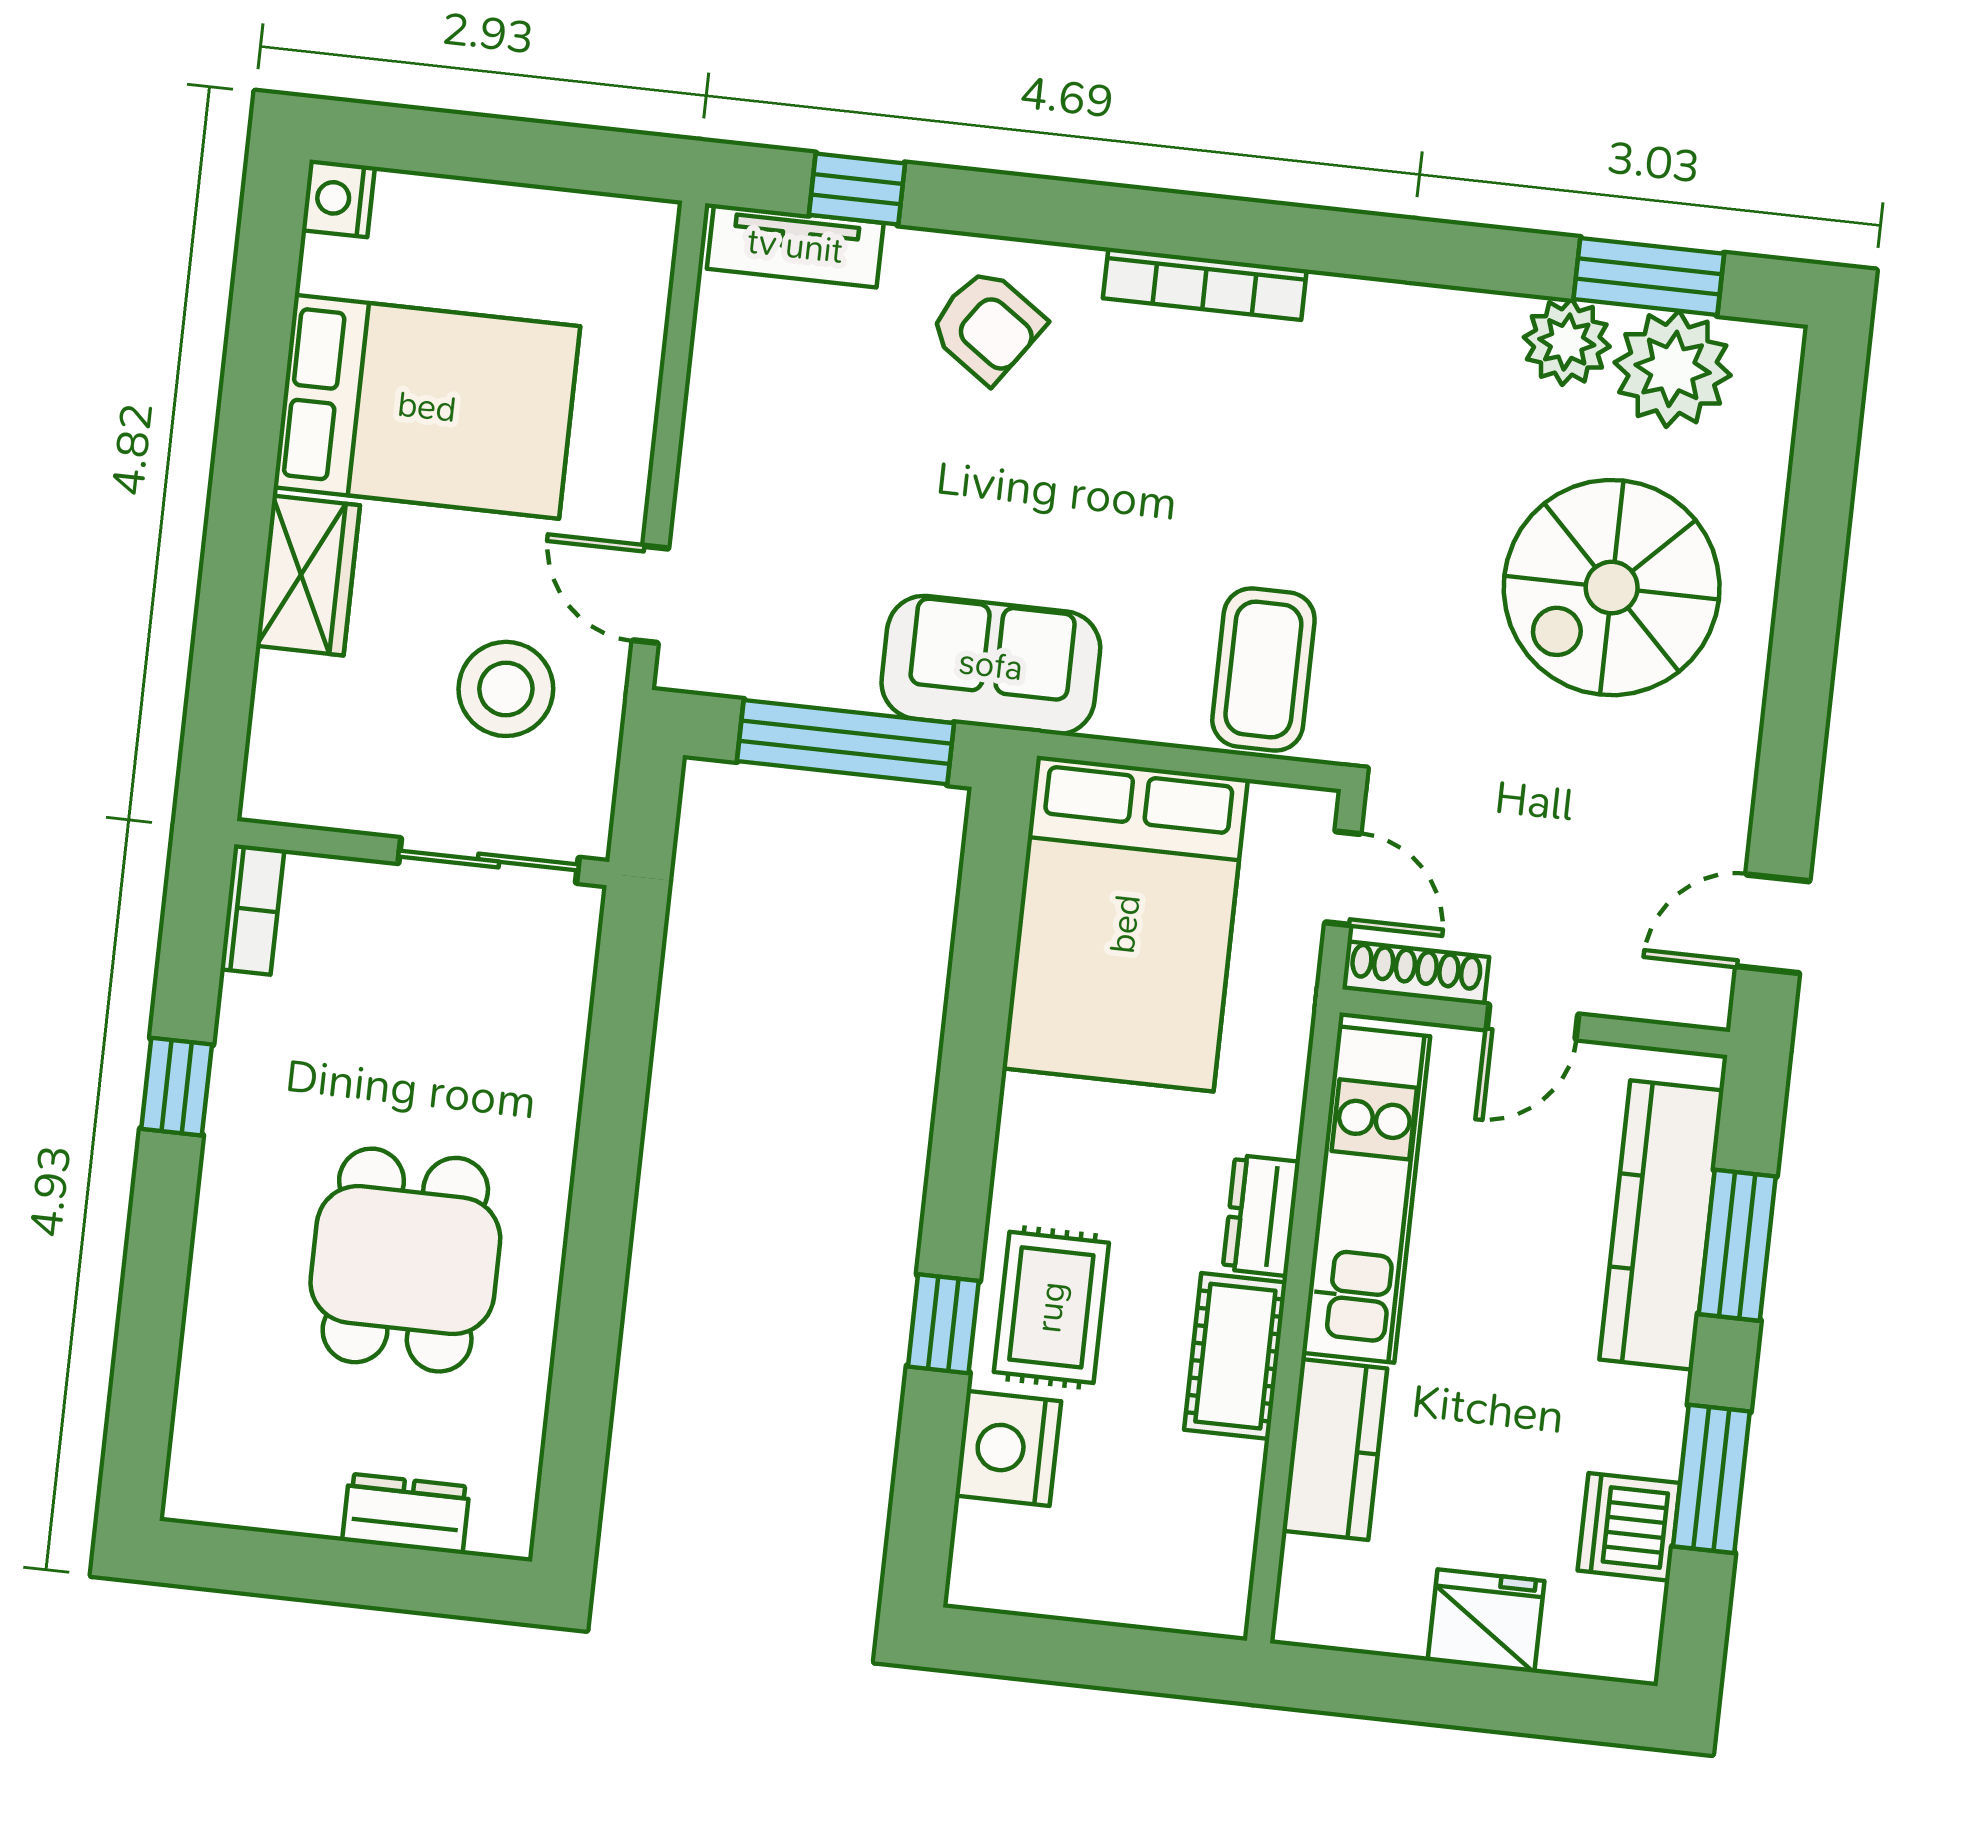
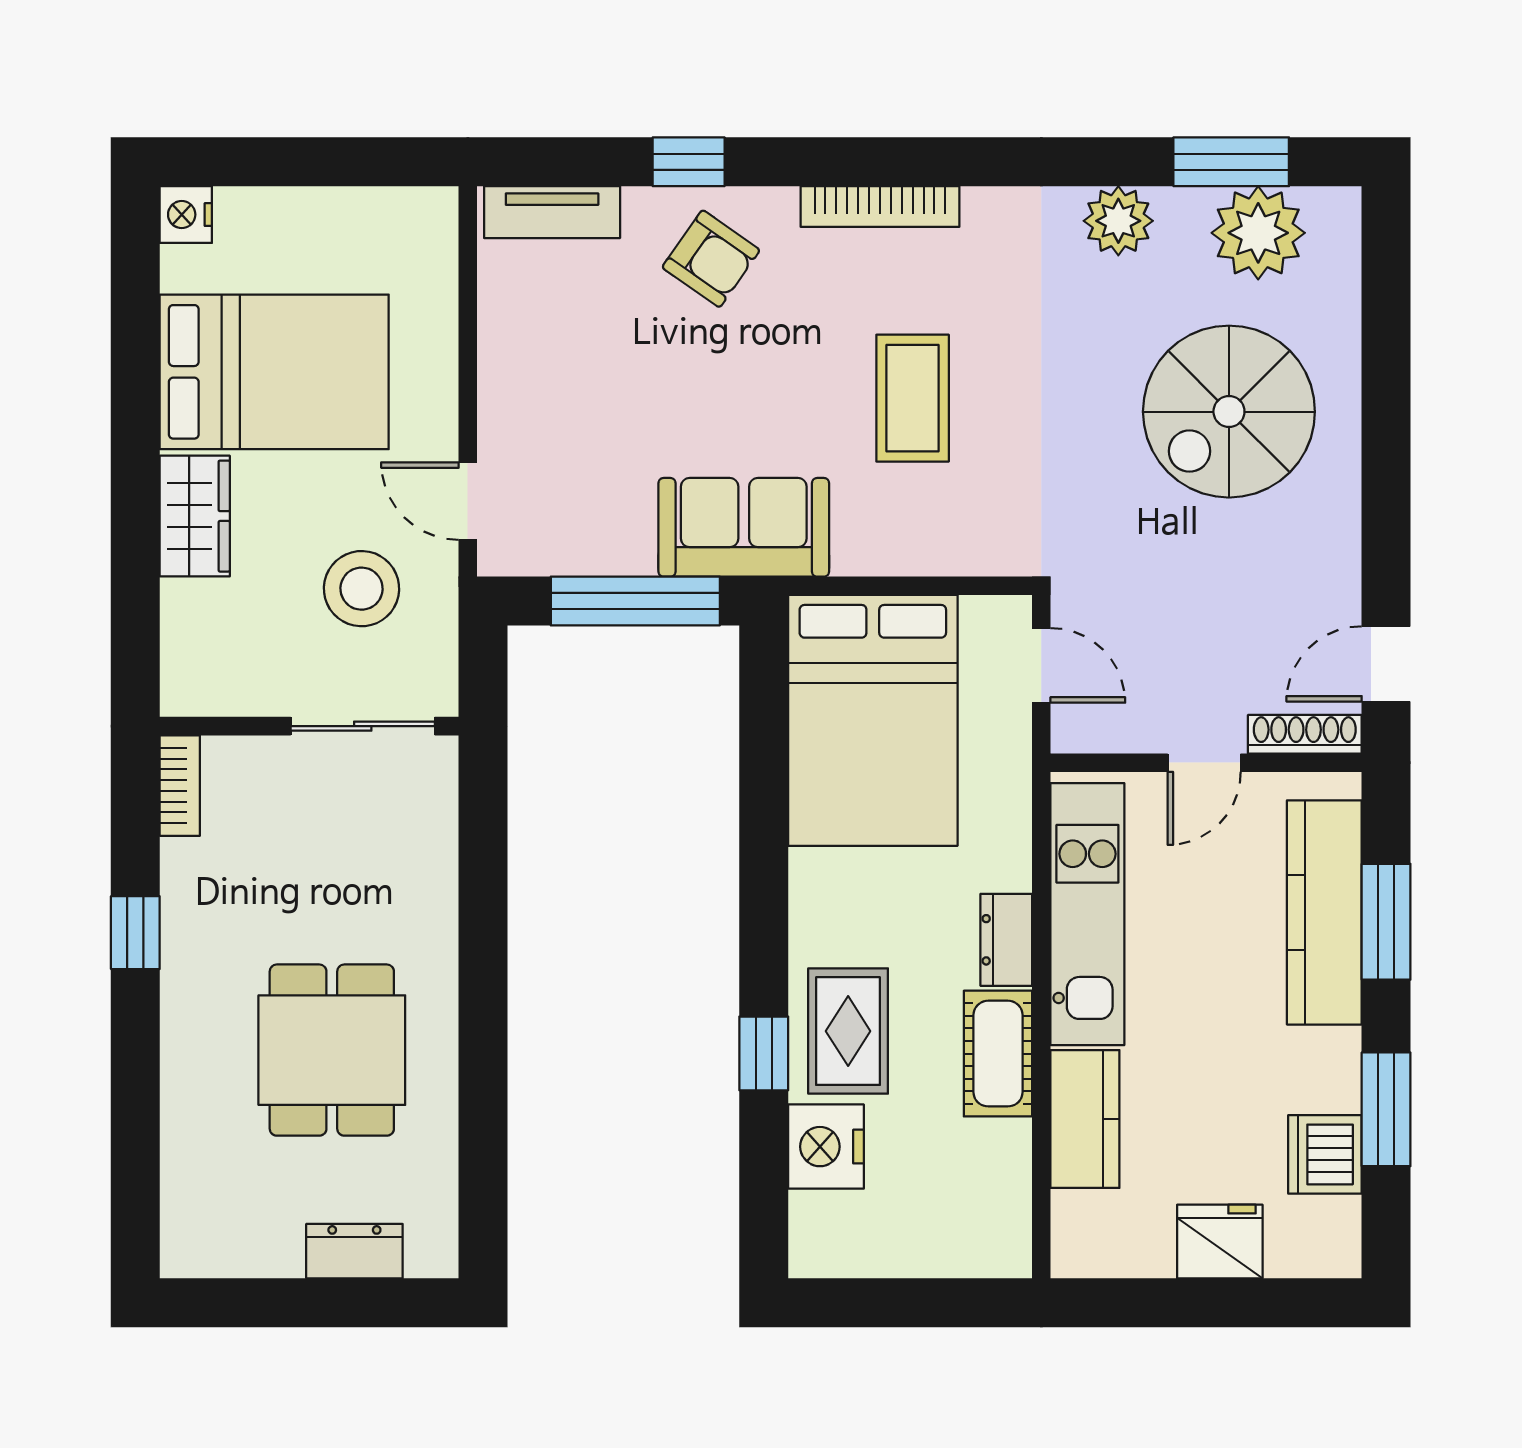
window: (857, 189) -> (689, 162), moved
plant: (1567, 342) -> (1118, 221), moved
coffee table: (1263, 670) -> (913, 398), moved
shoe rack: (1416, 973) -> (1305, 734), moved

